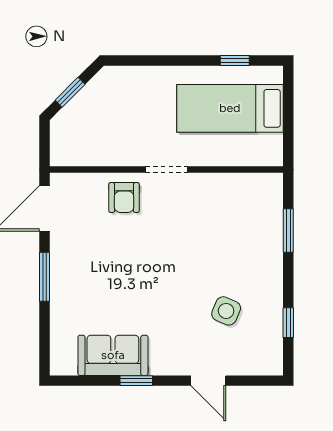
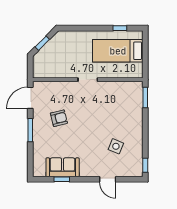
armchair: (124, 198) -> (59, 118), moved, turned -104
window: (288, 230) -> (145, 98), moved
window: (288, 323) -> (145, 165), moved
window: (136, 381) -> (62, 179), moved

